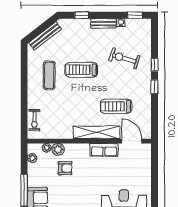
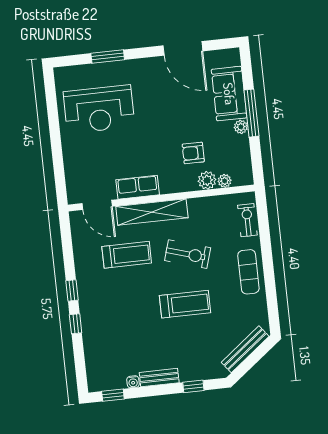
exercise bike: (124, 58) -> (188, 254), moved
exercise mat: (49, 75) -> (248, 272), moved
plant: (32, 158) -> (241, 127), moved

